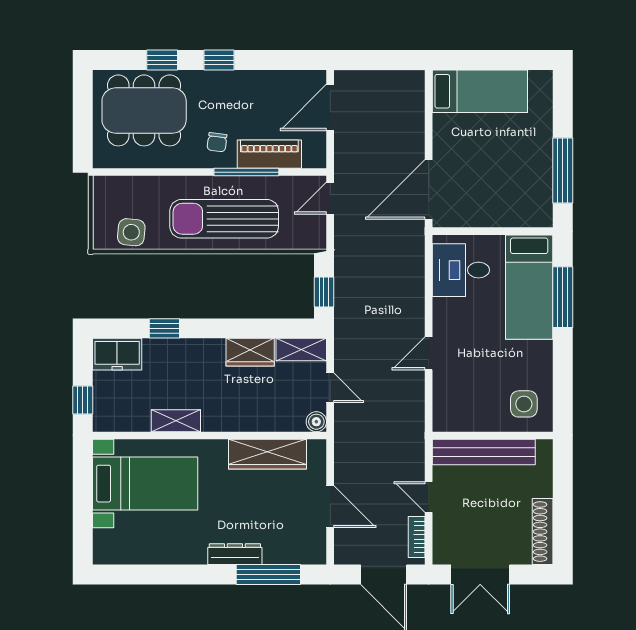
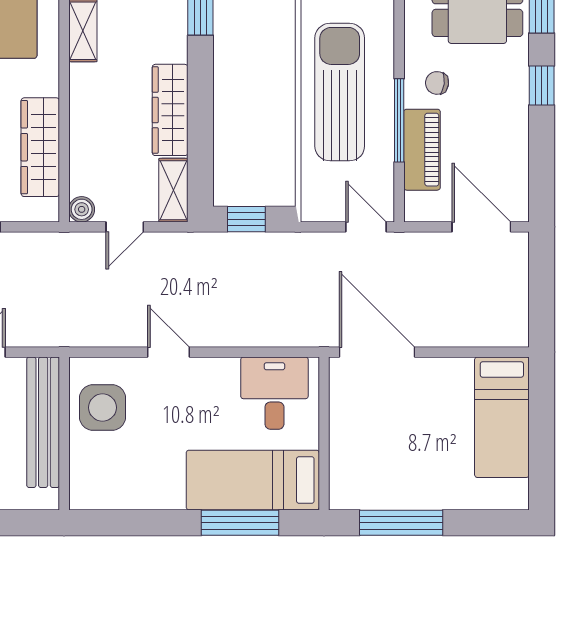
wardrobe: (250, 352) -> (170, 110), width x1.50
side table: (524, 404) -> (102, 408), moved, width x1.37, depth x1.37

